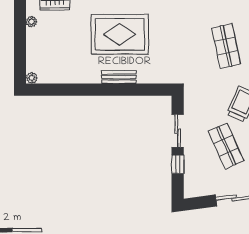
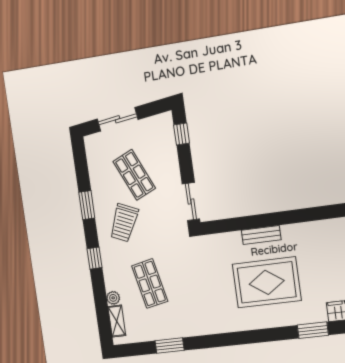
sliding door: (178, 131) -> (191, 202), moved
window: (178, 164) -> (182, 134), moved

